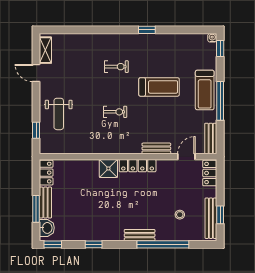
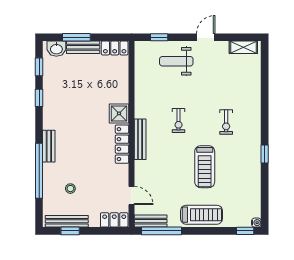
door: (36, 73) -> (206, 37), moved
treadmill: (205, 90) -> (201, 215), turned 180
window: (220, 101) -> (162, 231), moved
bench: (156, 148) -> (140, 139), moved, width x1.36
window: (53, 244) -> (39, 67), moved

